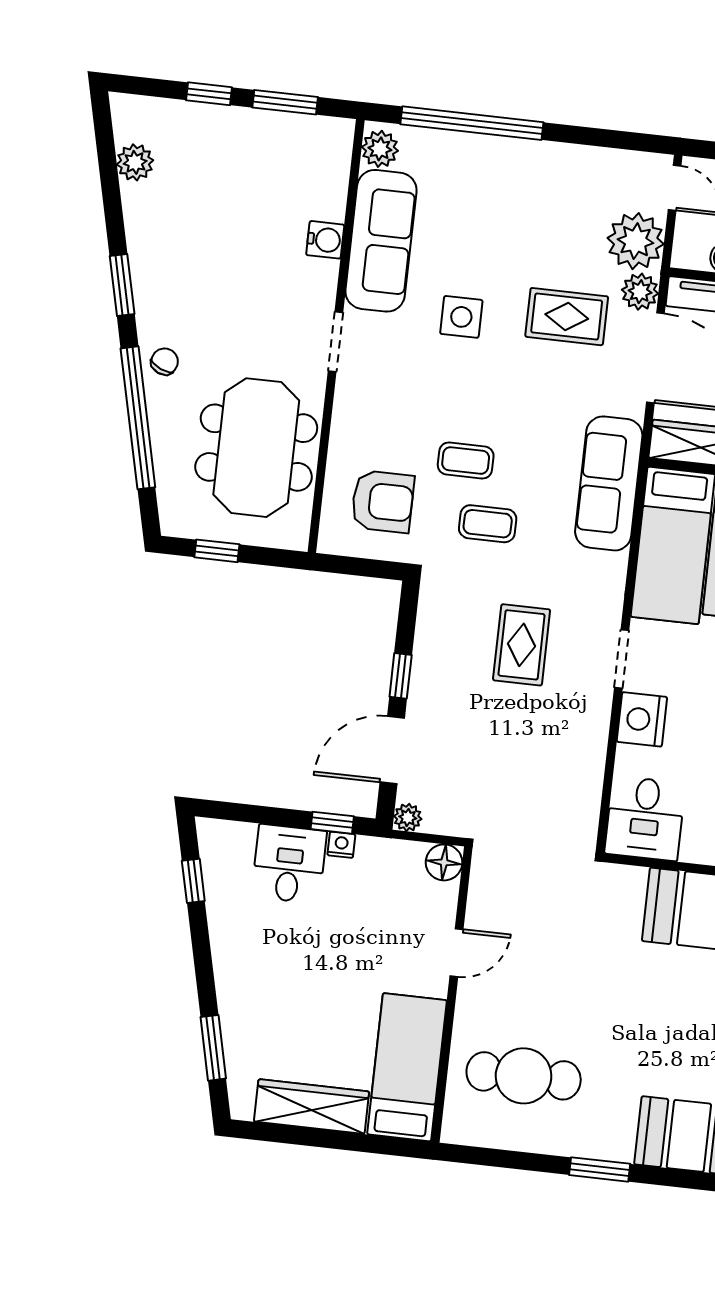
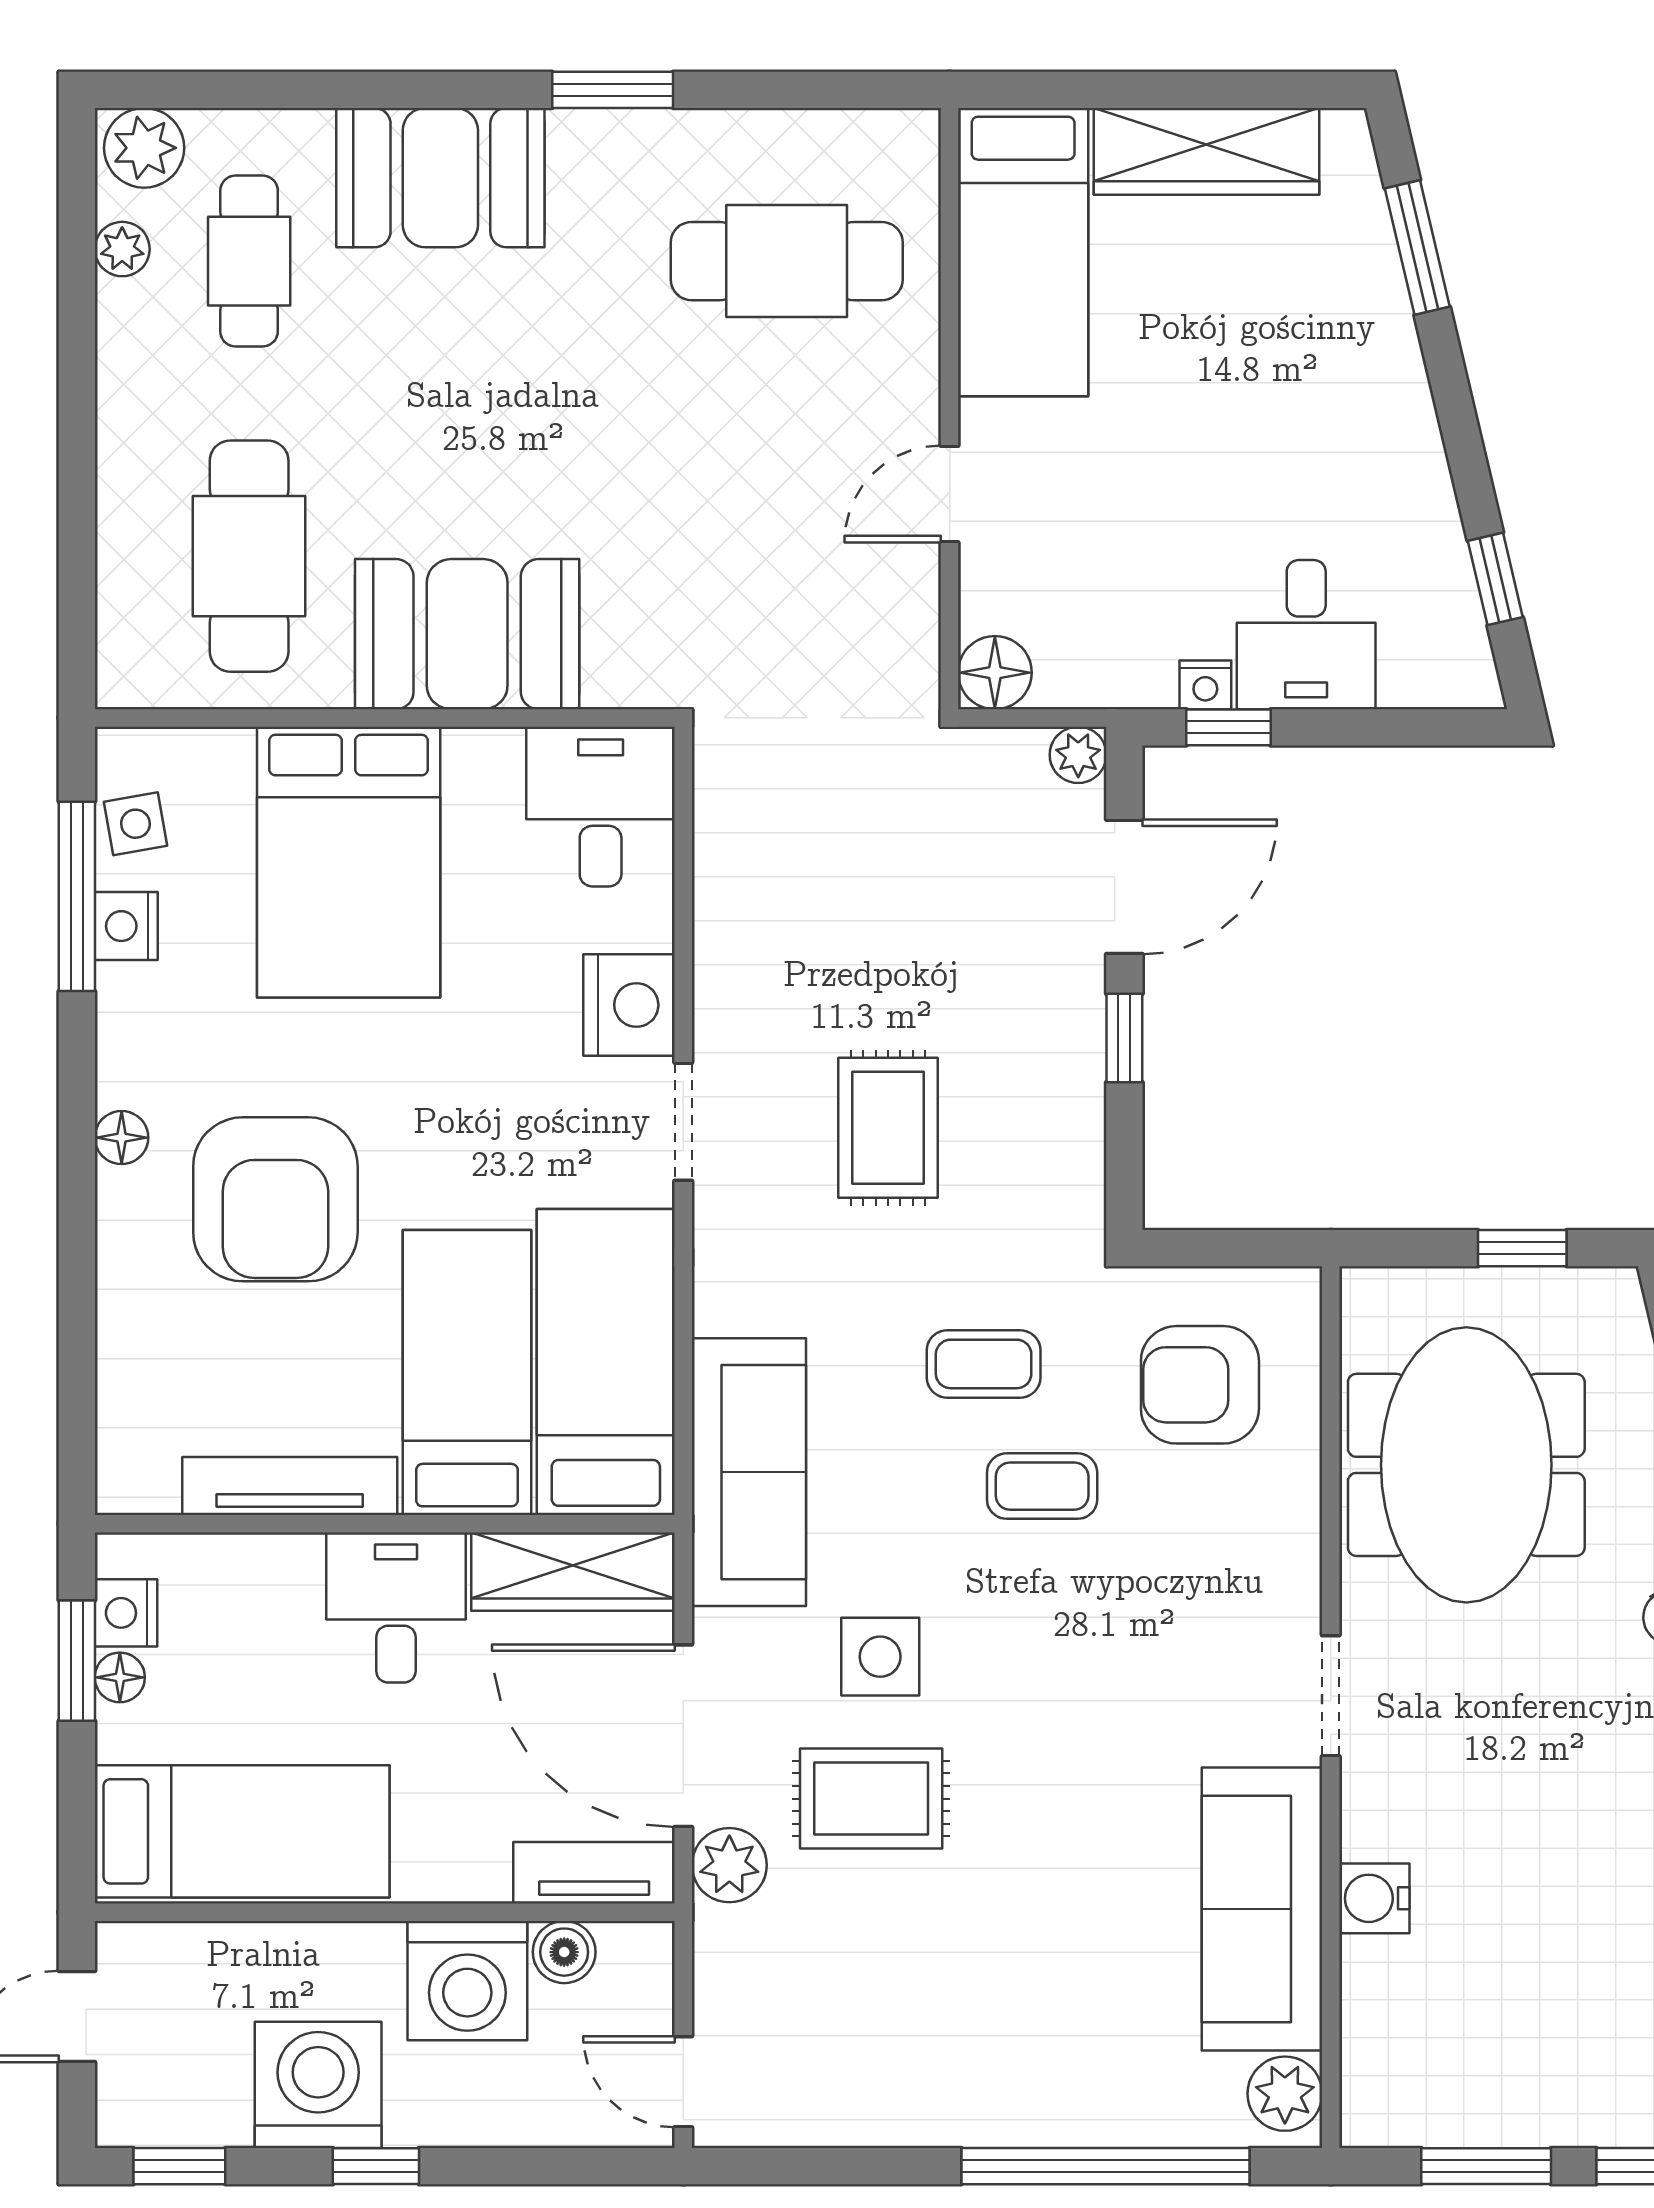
plant: (636, 241) -> (750, 1966), removed
side table: (461, 317) -> (880, 1657), moved

